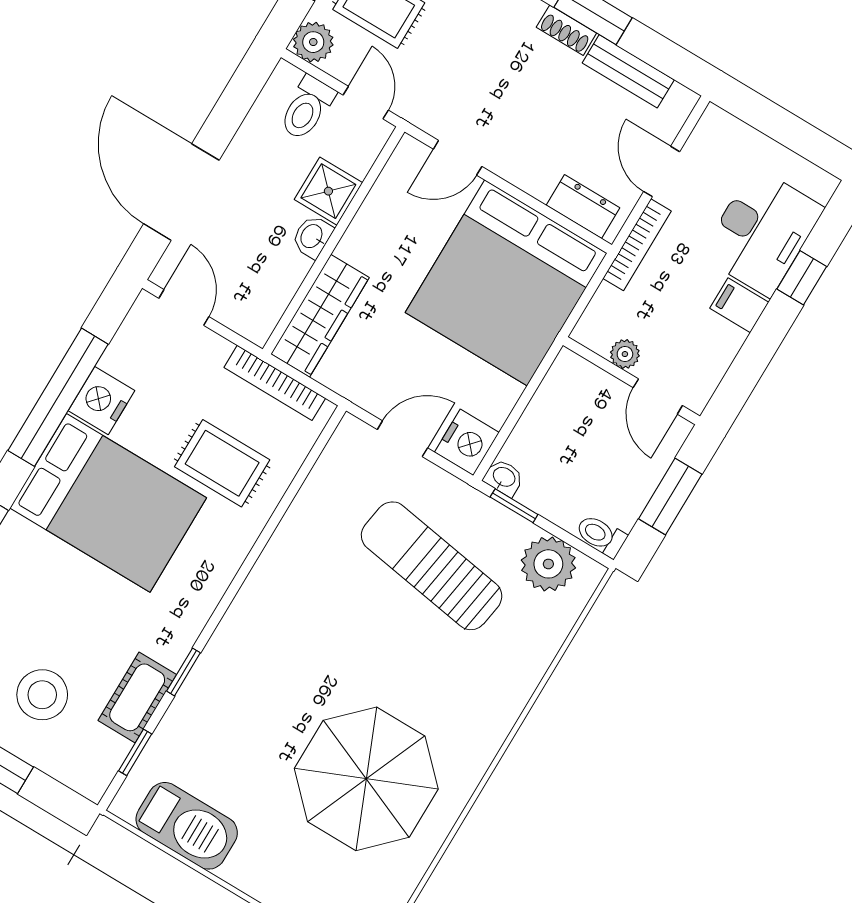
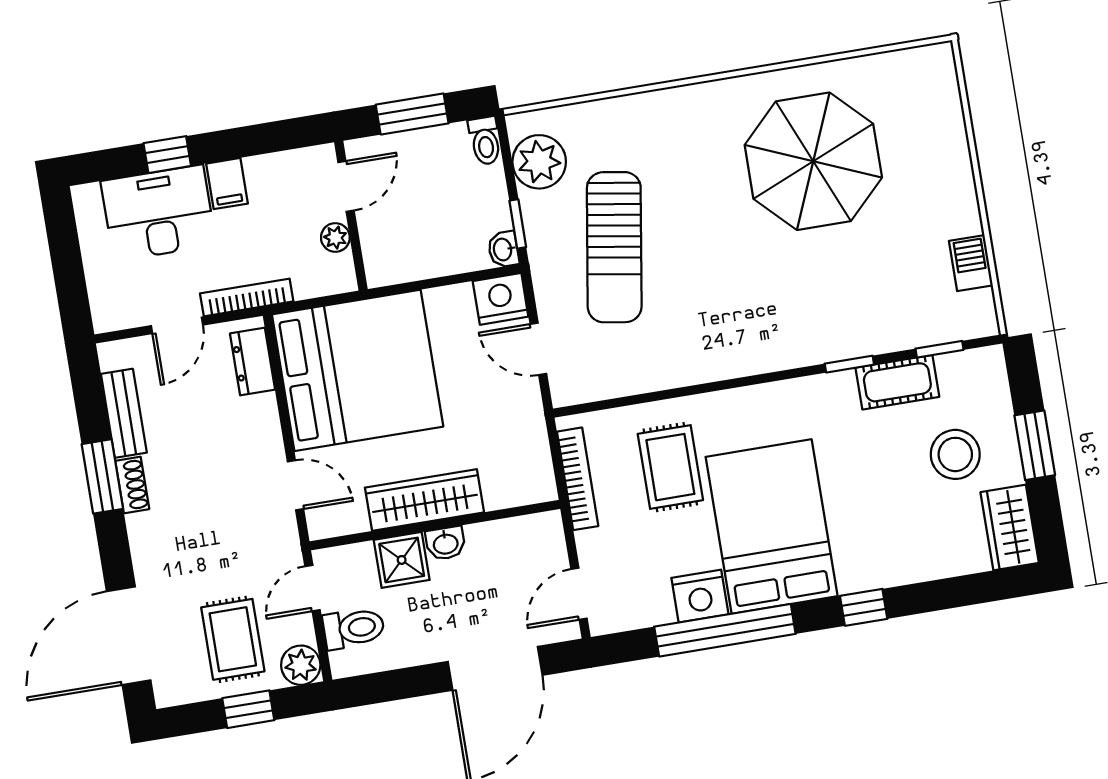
wardrobe: (320, 316) -> (424, 500), moved
barbecue: (187, 826) -> (971, 263), width x0.53, depth x0.65

